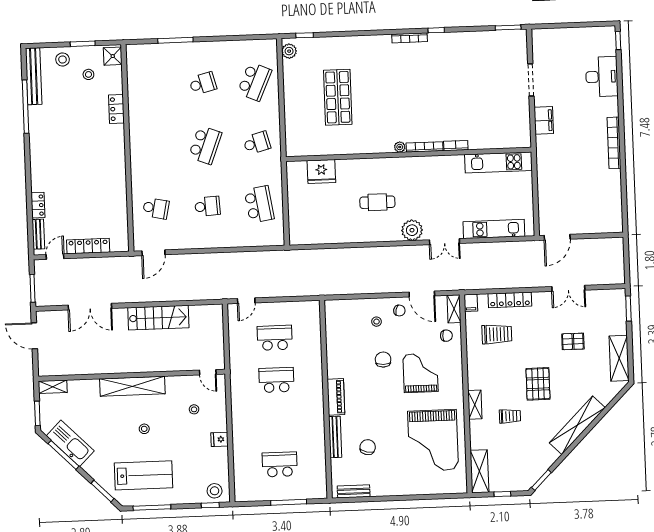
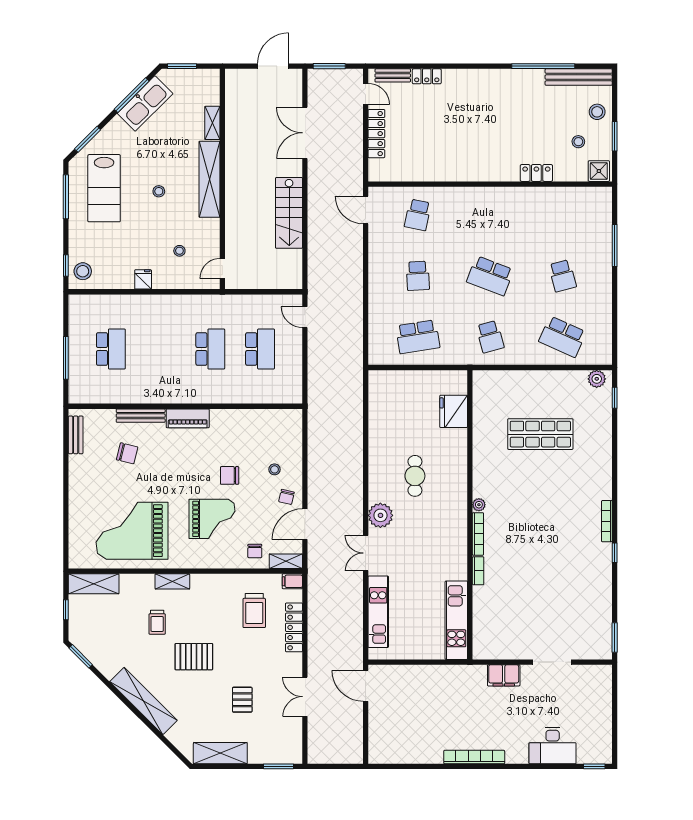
chair: (383, 360) -> (230, 475), turned 180
shelving: (53, 387) -> (212, 123), moved

